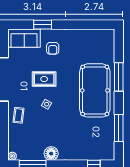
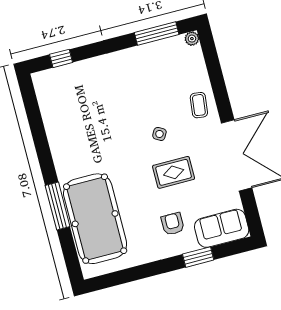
pool table: (95, 90) -> (95, 219), moved
window: (119, 128) -> (37, 126), removed
floor lamp: (51, 154) -> (132, 58), removed

